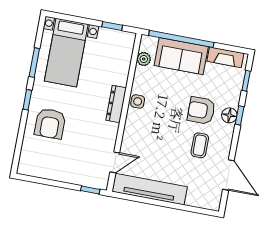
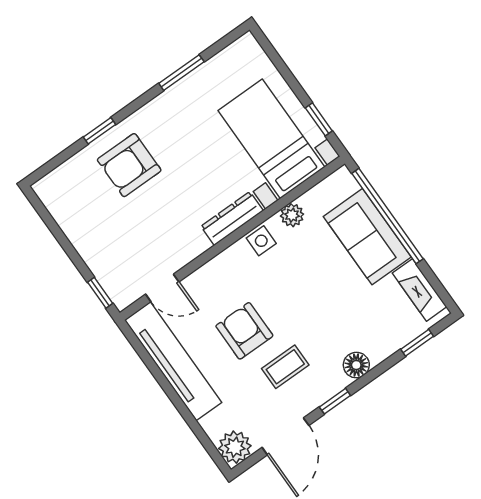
bed with nightstands: (66, 53) -> (271, 139), moved, turned 90
plant: (144, 59) -> (292, 215), moved
window: (27, 100) -> (99, 131), moved
armchair: (201, 110) -> (244, 331), moved
window: (240, 115) -> (335, 401), moved
plant: (211, 200) -> (235, 447), added

